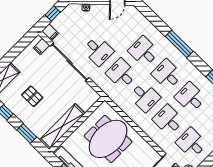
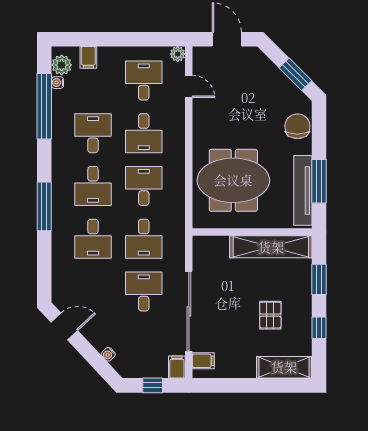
desk: (190, 97) -> (93, 133), turned 180
desk: (191, 143) -> (144, 80), turned 180

